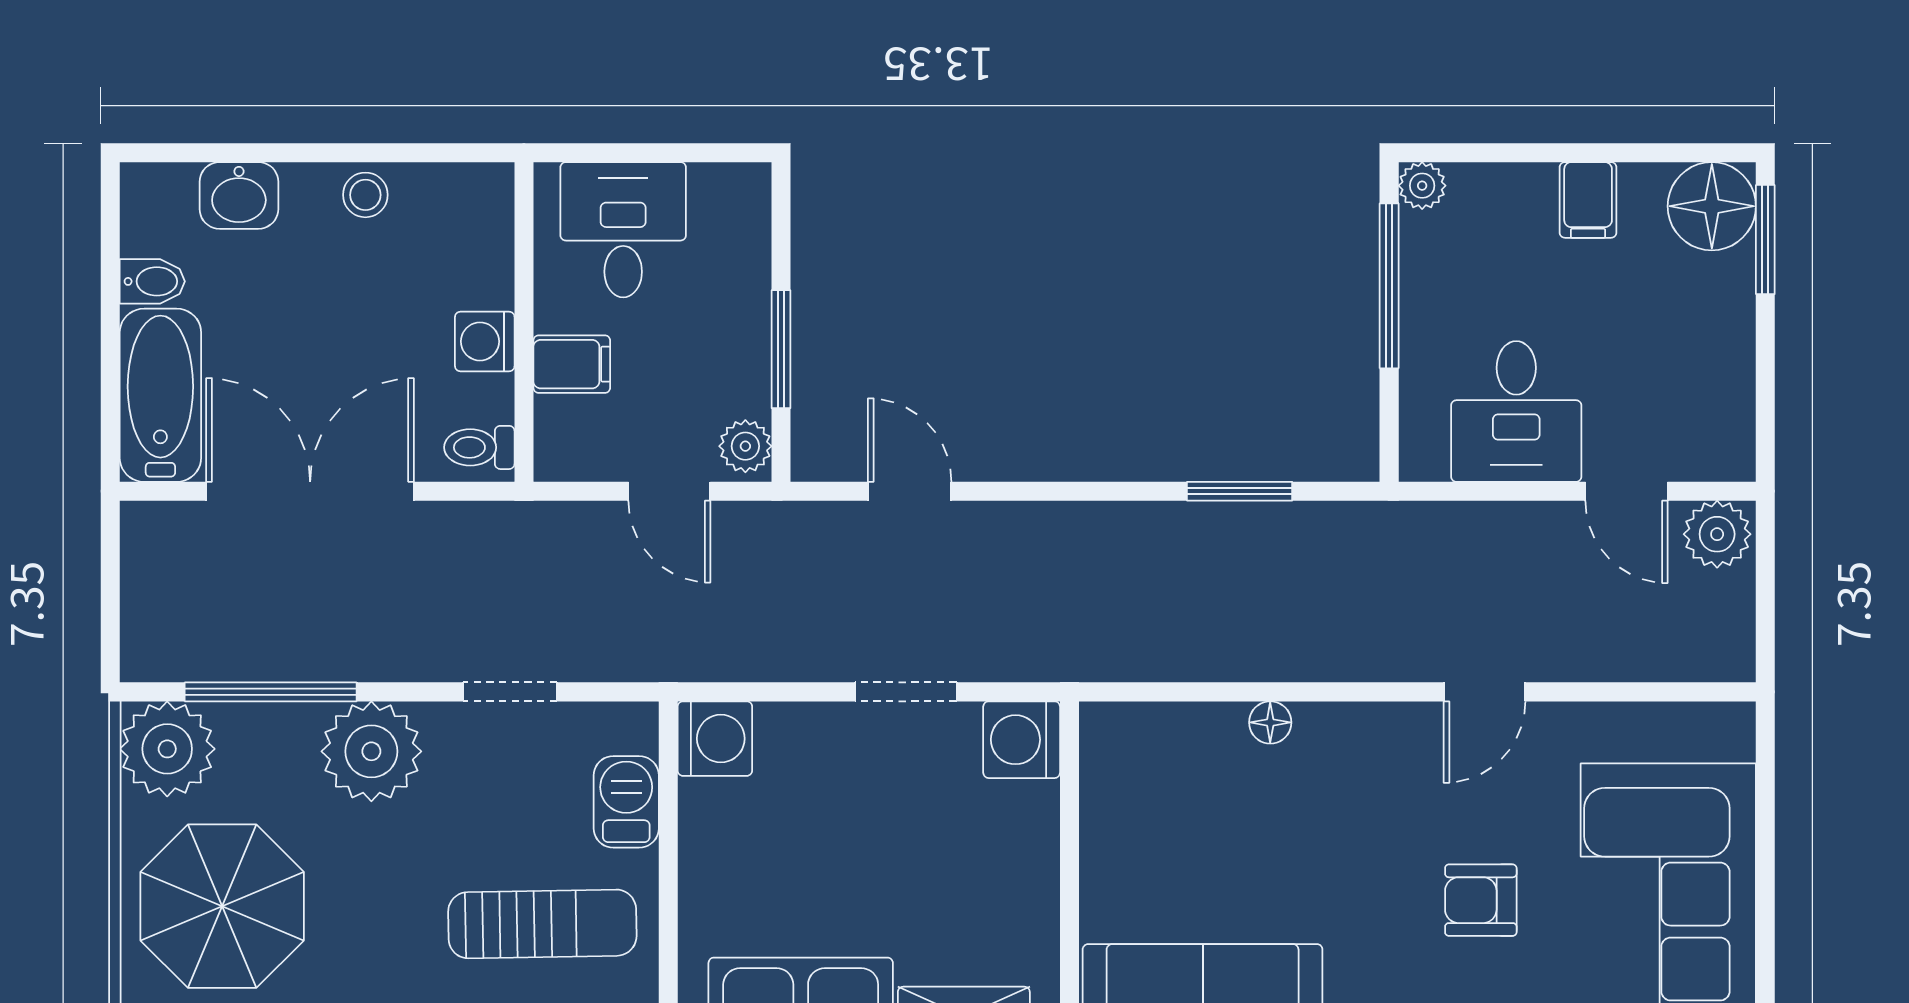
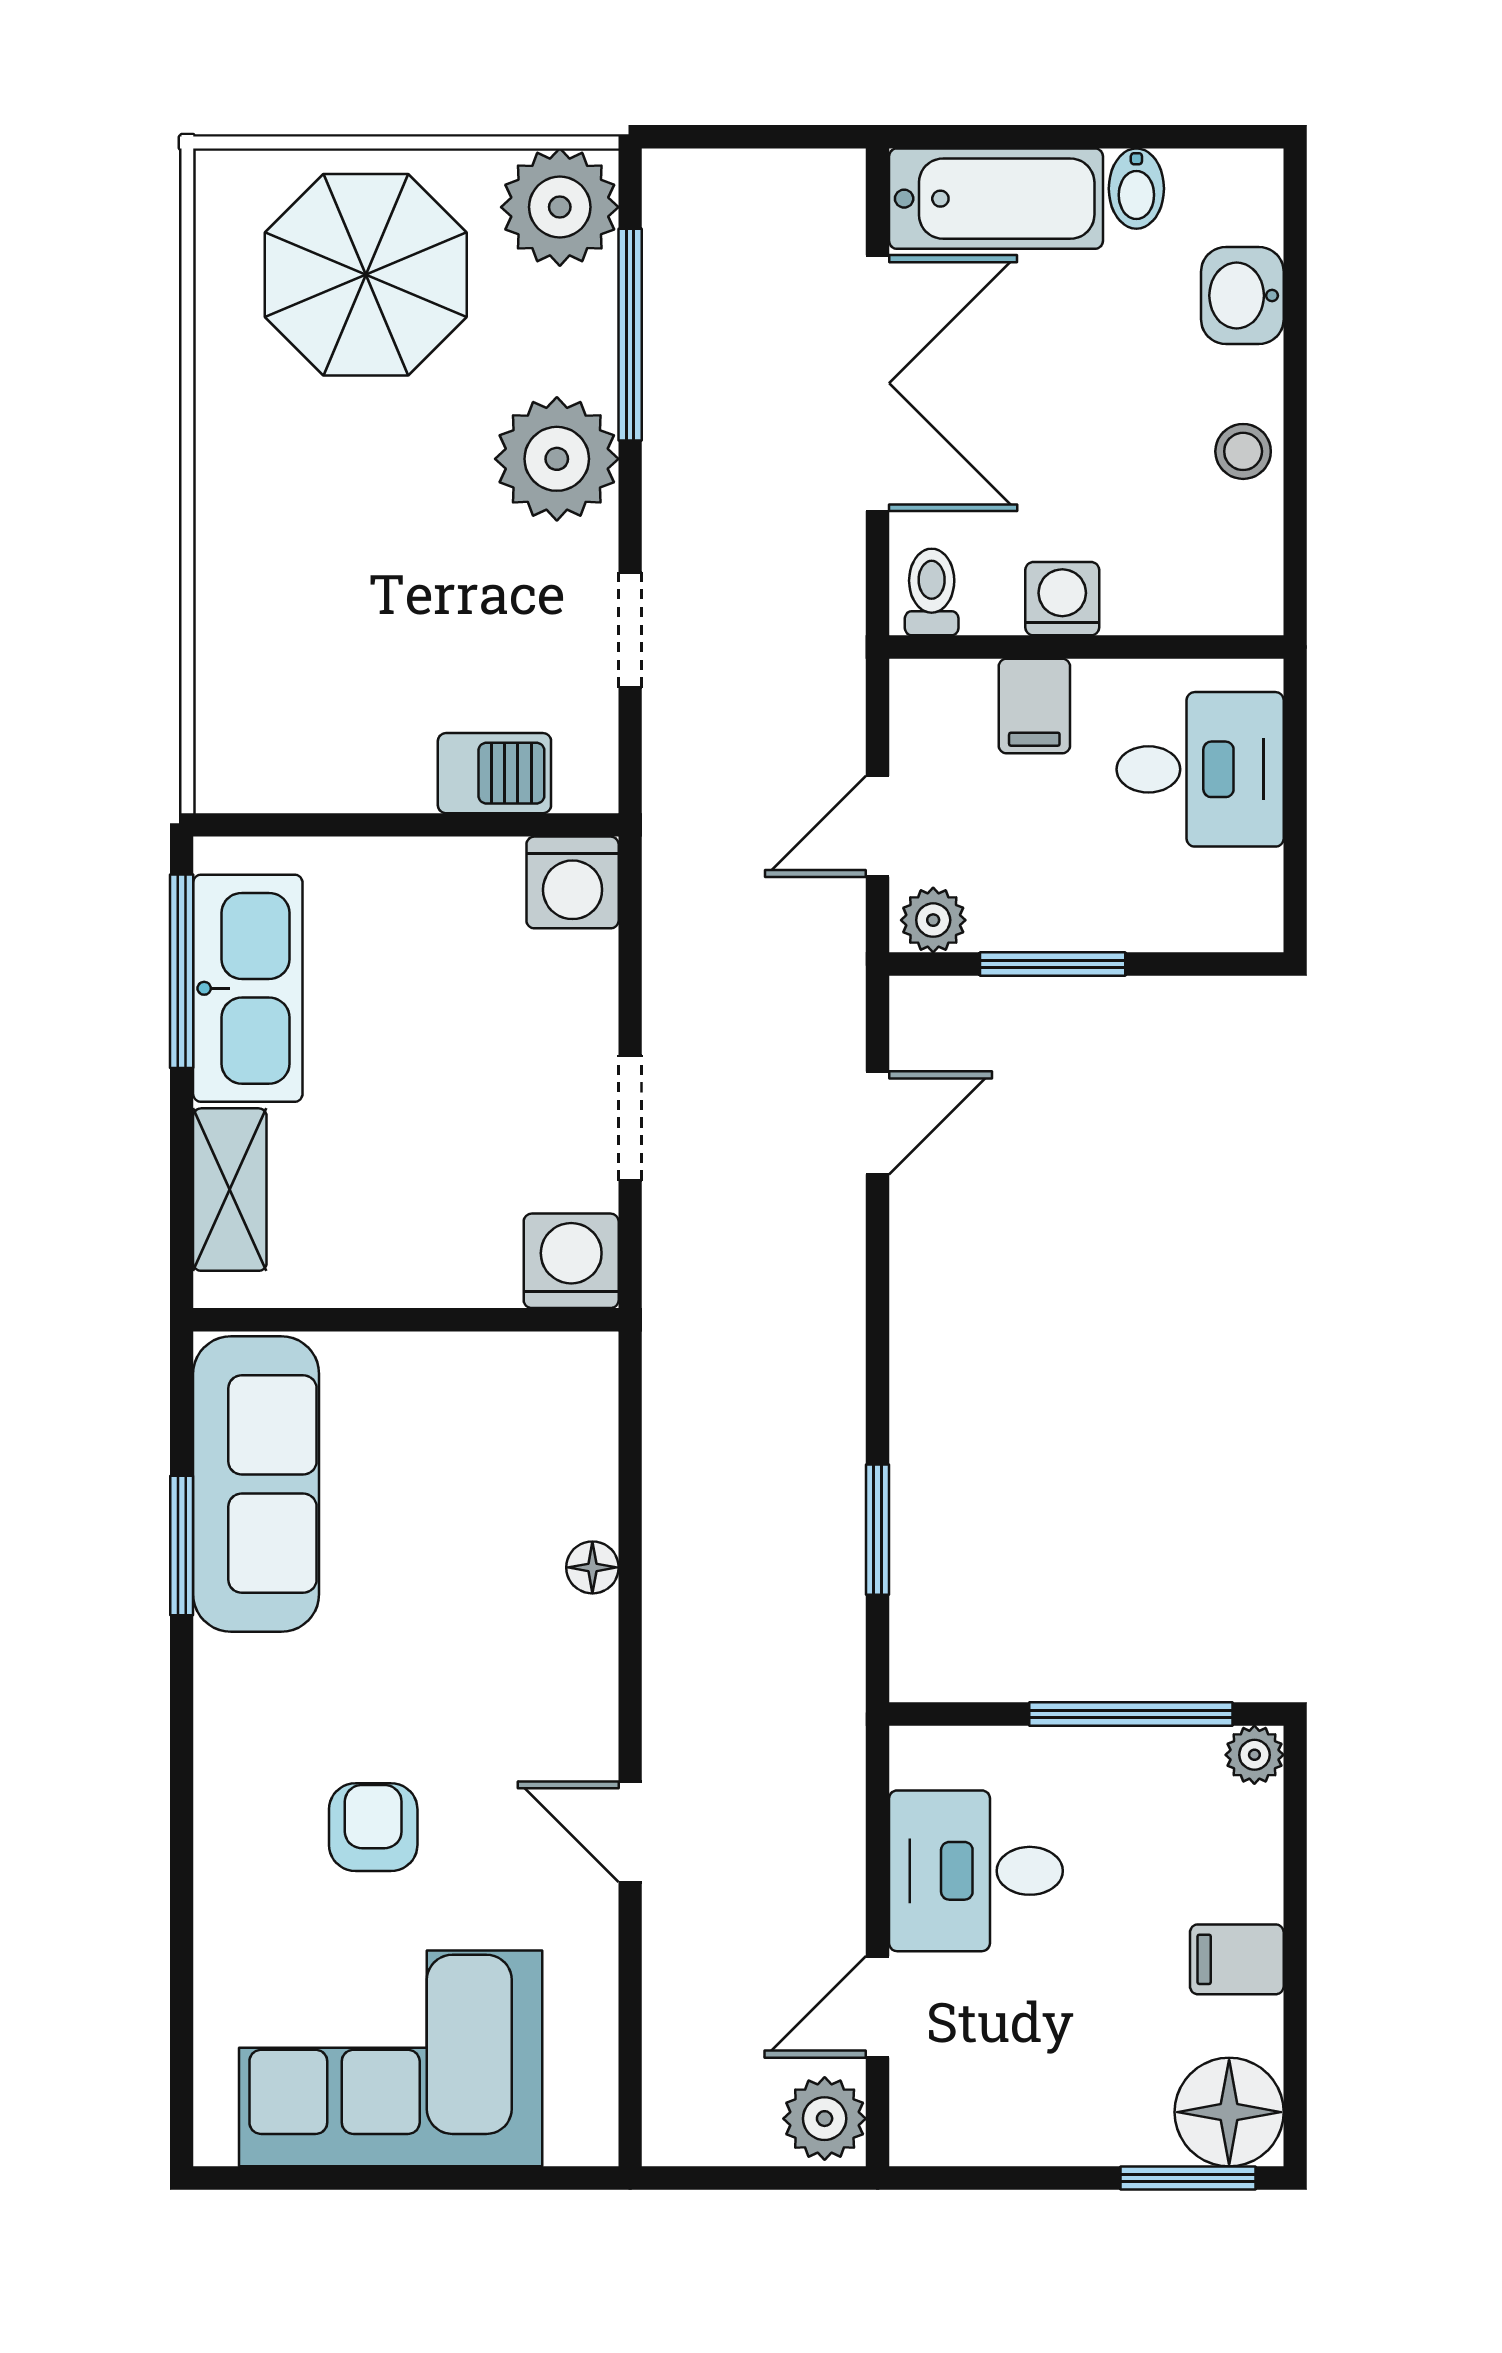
sun lounger: (542, 924) -> (344, 670), removed

